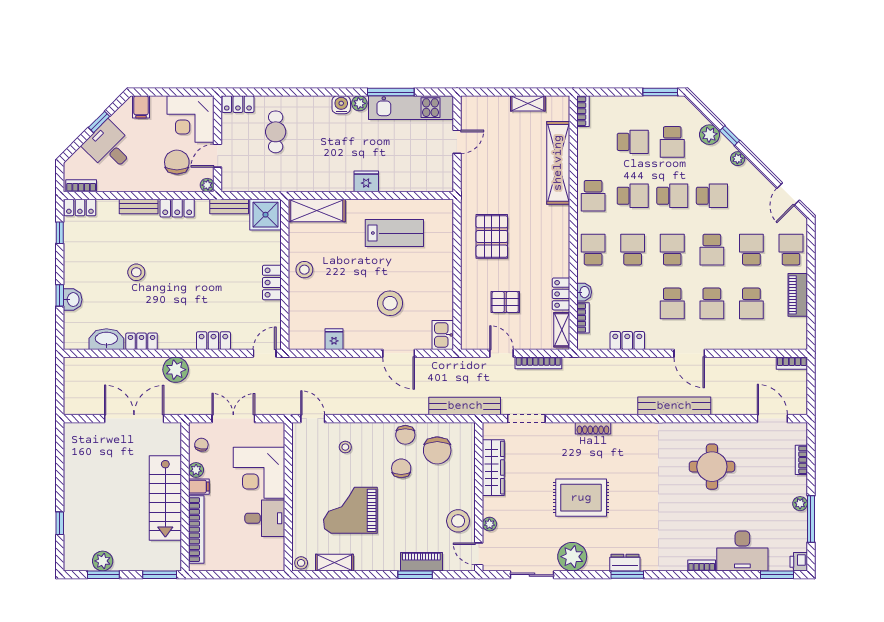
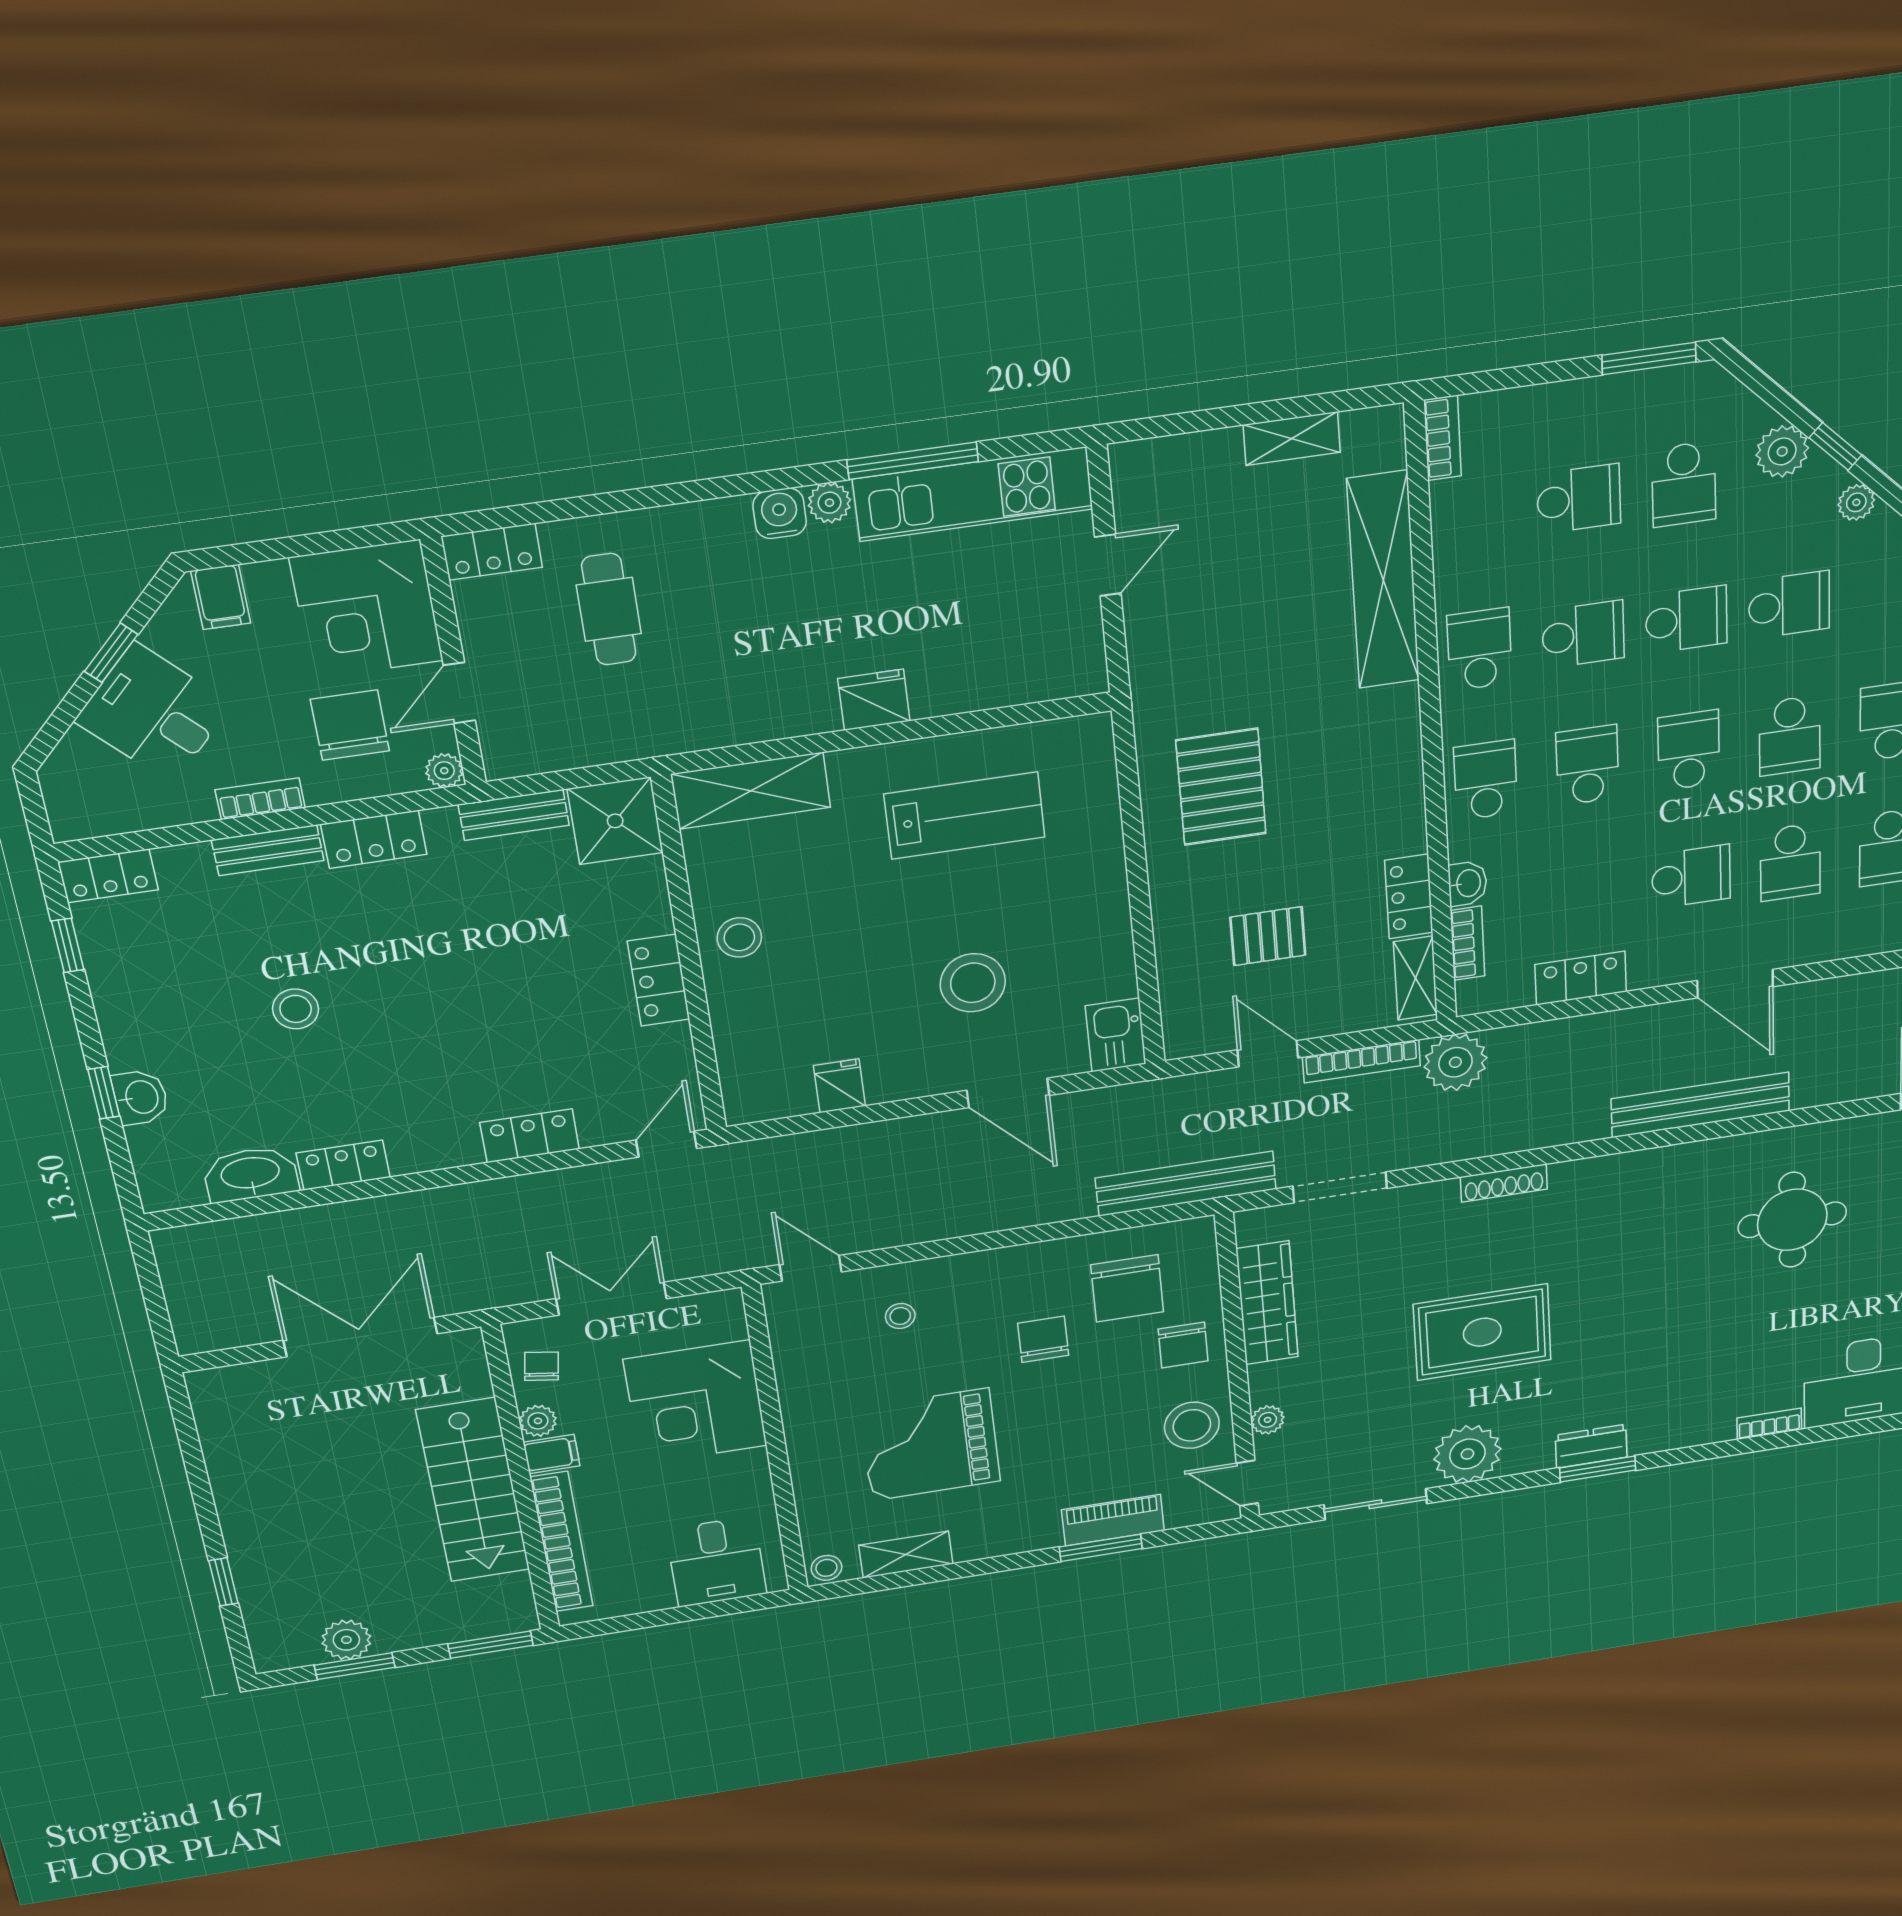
bookcase: (81, 186) -> (260, 799), moved
school desk: (593, 196) -> (1480, 649), turned 180
school desk: (672, 303) -> (1691, 877), turned -90
plant: (176, 370) -> (1455, 1062), moved
chair: (405, 435) -> (1183, 1345), moved
desk: (265, 518) -> (716, 1562), moved, turned 90

